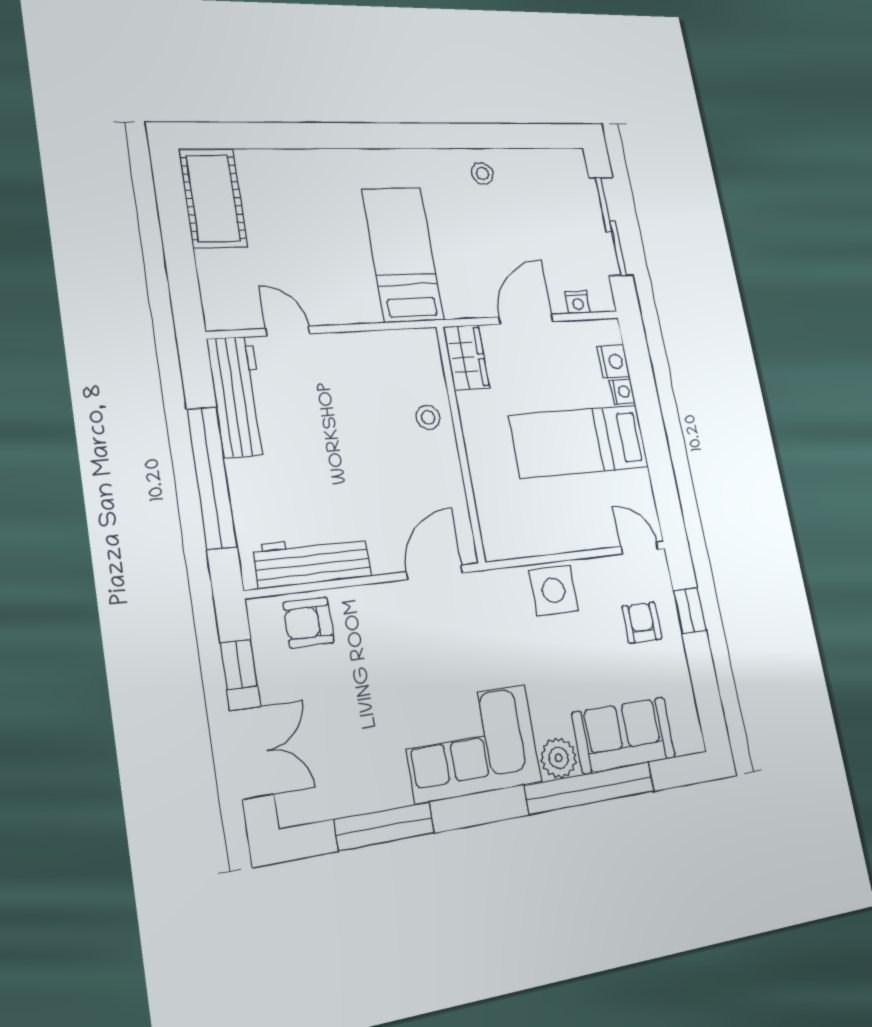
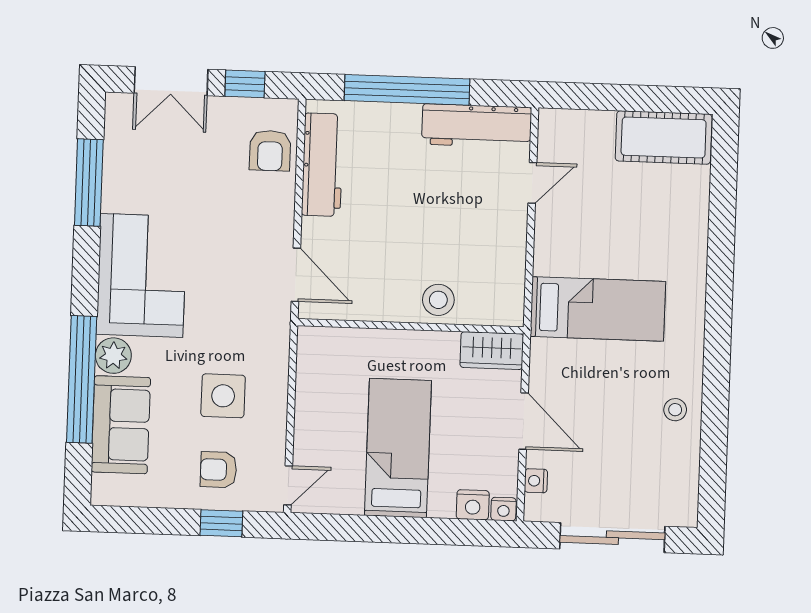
nightstand: (622, 392) -> (503, 509), moved
stool: (428, 417) -> (438, 300), width x1.37, depth x1.37
side table: (554, 590) -> (223, 396), moved
armchair: (309, 623) -> (270, 151), turned 180
armchair: (642, 623) -> (218, 470), turned 180

